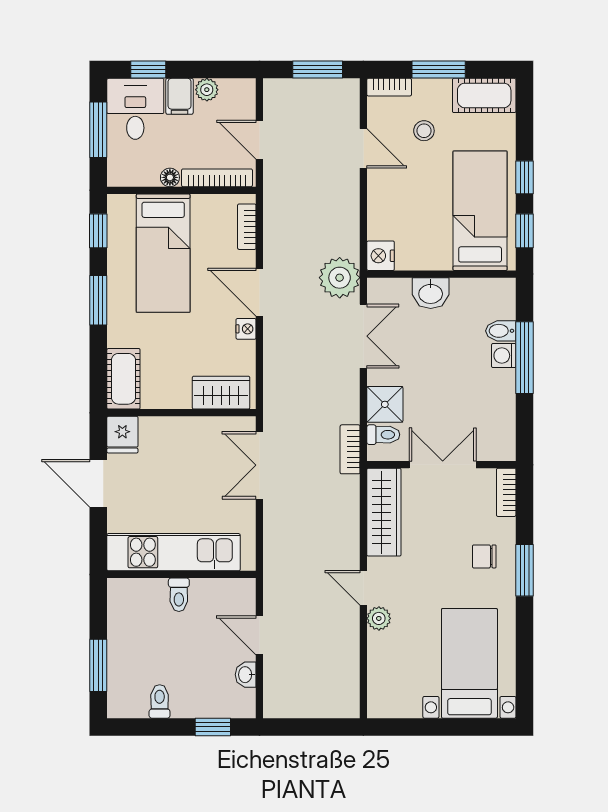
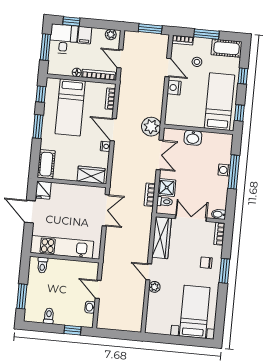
plant: (207, 90) -> (111, 34), moved
window: (525, 177) -> (243, 76), moved
nightstand: (381, 256) -> (174, 88), moved
bidet: (501, 331) -> (219, 214), moved
bookcase: (350, 449) -> (150, 195), moved
double door: (259, 465) -> (106, 210), swing flipped
toilet: (179, 595) -> (42, 265), moved

